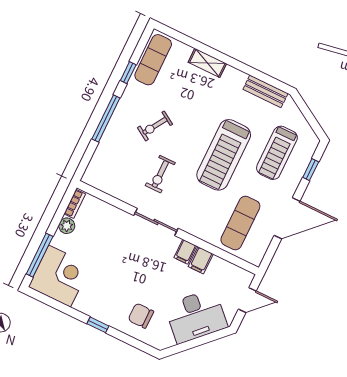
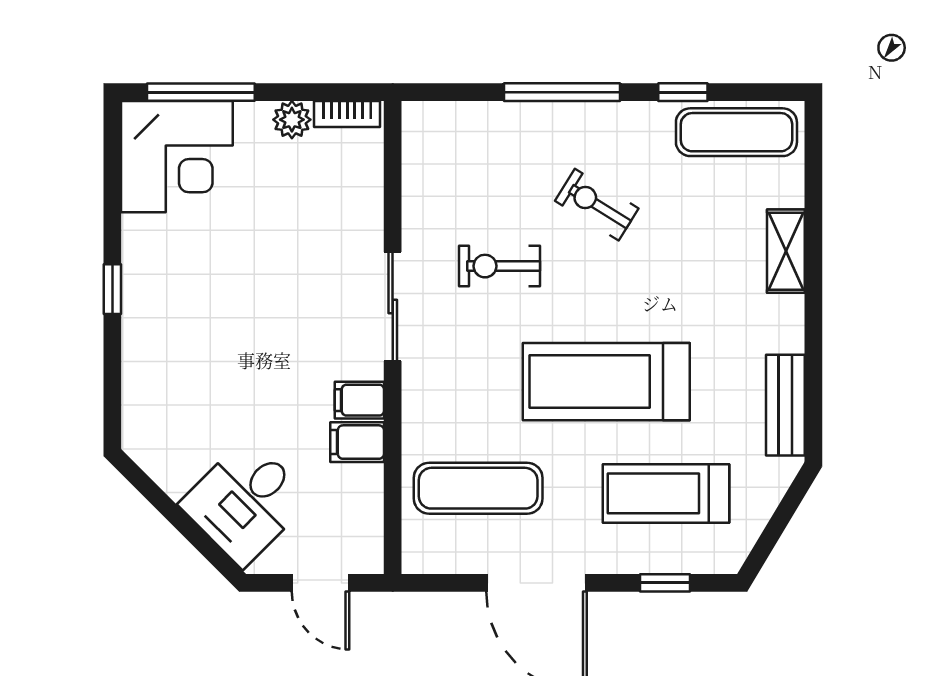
chair: (141, 316) -> (177, 372), removed
desk: (196, 316) -> (245, 502), width x0.73

